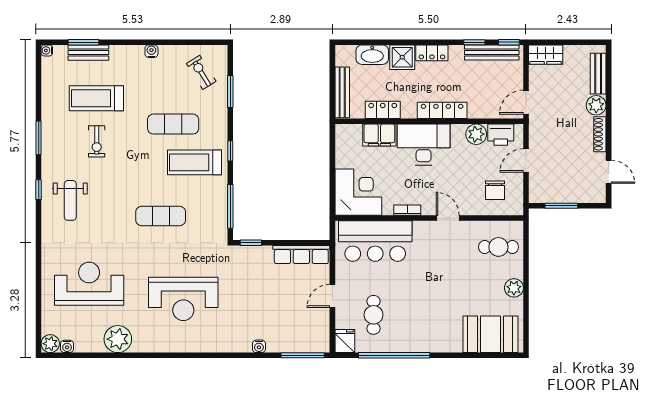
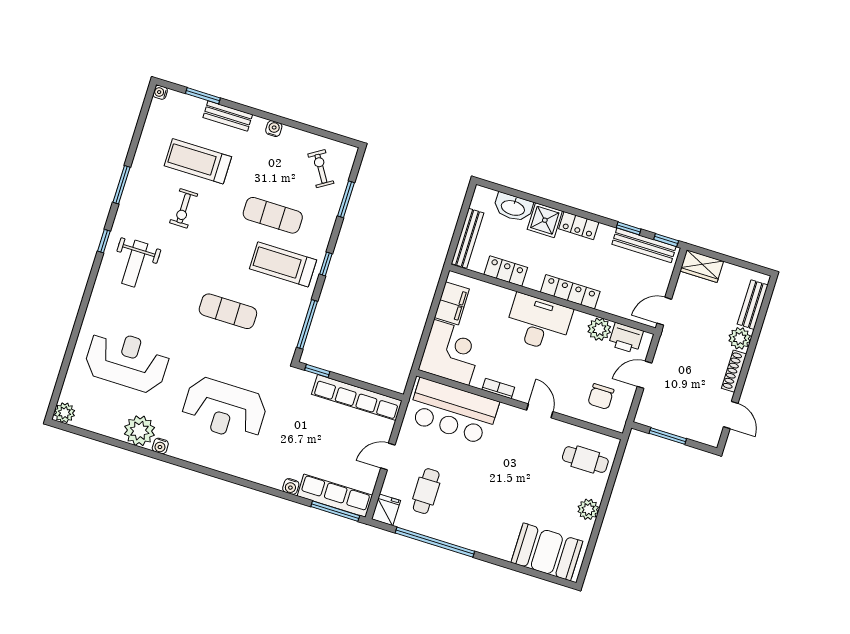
bench: (88, 53) -> (228, 116), moved
filing cabinet: (379, 135) -> (452, 303), moved, turned -90
row of seats: (301, 255) -> (357, 397), width x1.36
row of seats: (298, 343) -> (335, 496), added
water cooler: (67, 346) -> (160, 446), moved

